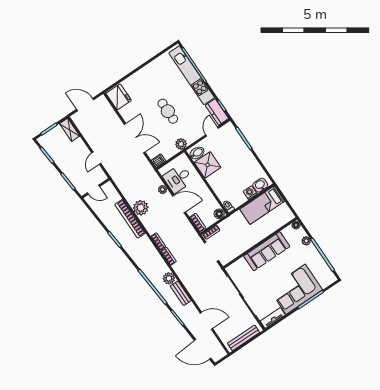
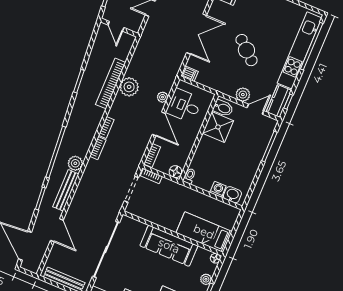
cafe table: (168, 111) -> (246, 50), turned -48
plant: (181, 144) -> (243, 95), moved
bed: (262, 205) -> (204, 232), moved
bench: (181, 293) -> (66, 190), width x1.36

